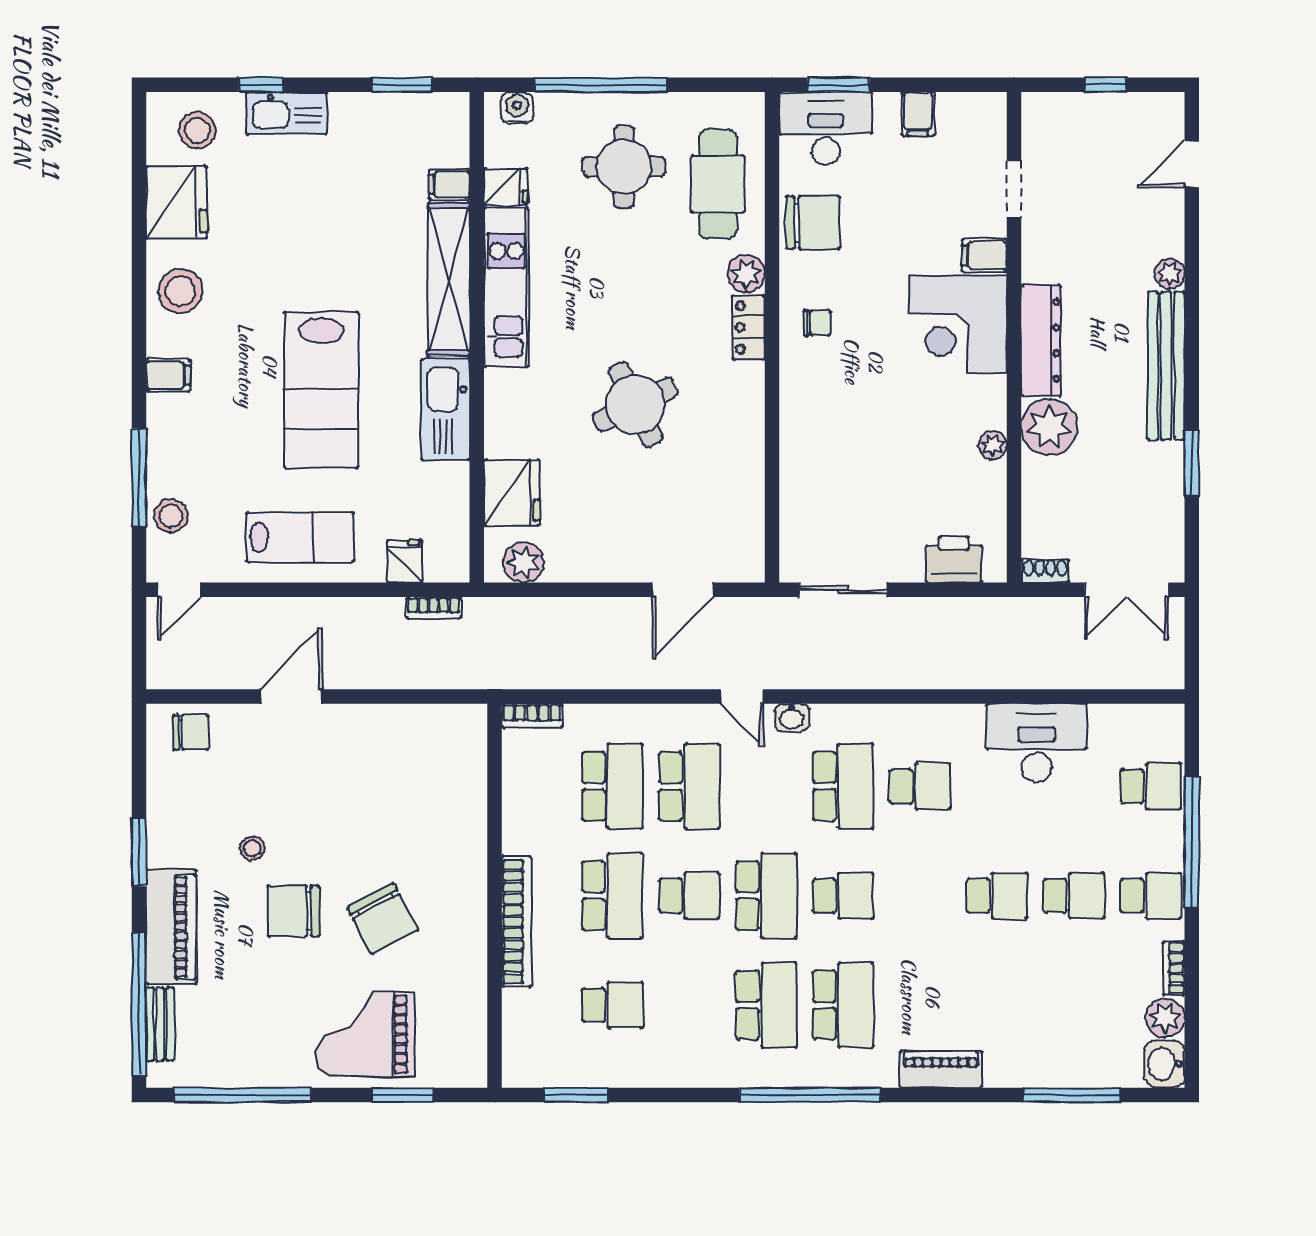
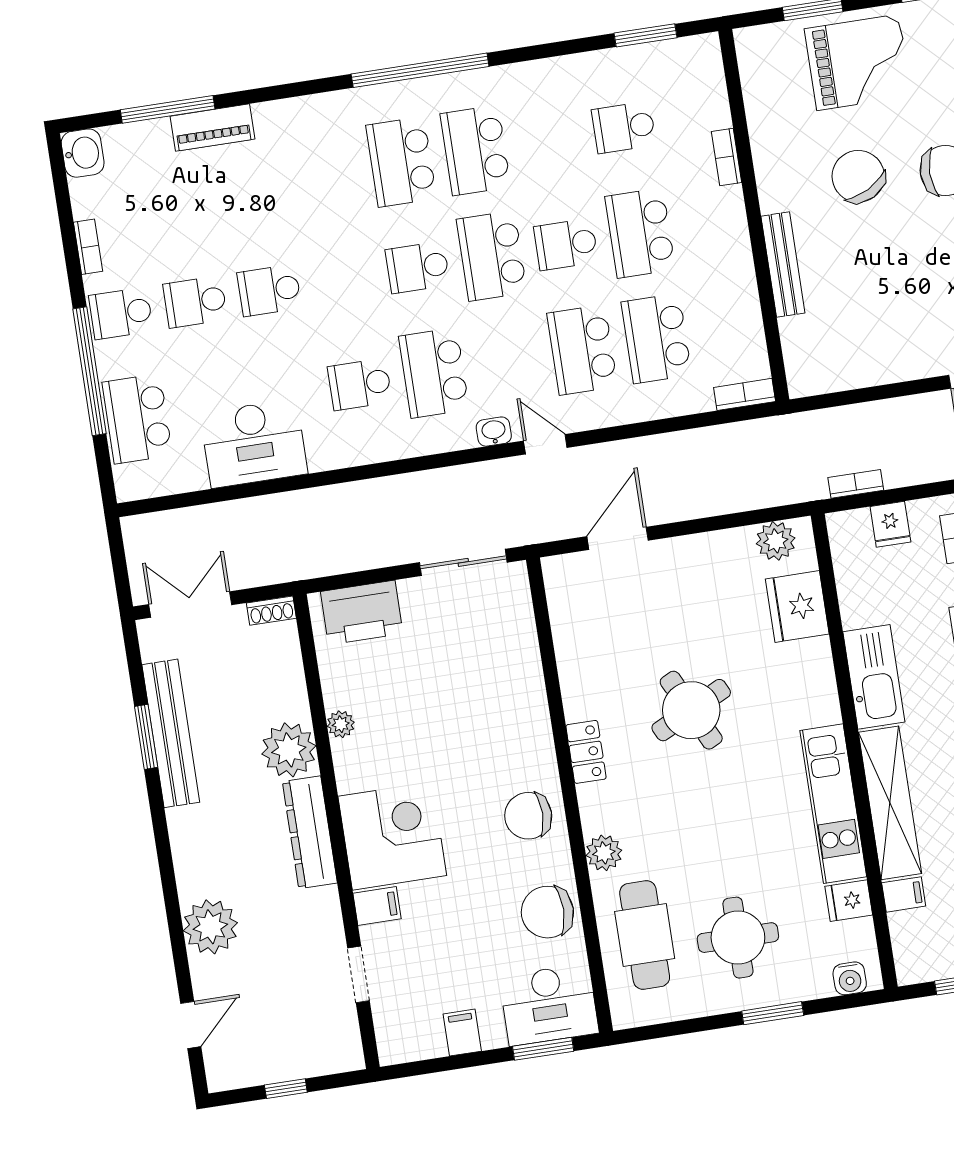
window: (601, 85) -> (773, 1013), width x0.47
plant: (1170, 274) -> (210, 927), width x1.87, depth x1.87
chair: (817, 323) -> (528, 816), width x1.87, depth x1.87
locker: (749, 327) -> (586, 752), moved
bench: (1166, 366) -> (171, 733), moved
printer: (954, 559) -> (362, 613), width x1.37, depth x1.19
school desk: (1151, 786) -> (137, 419), width x1.85
bench: (473, 841) -> (783, 265), added
bookcase: (517, 922) -> (727, 157), width x0.43, depth x0.76
plant: (1165, 1018) -> (89, 198), removed
piano: (941, 1069) -> (212, 128), moved

